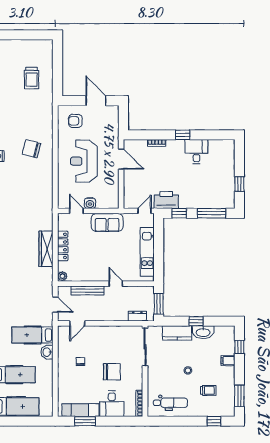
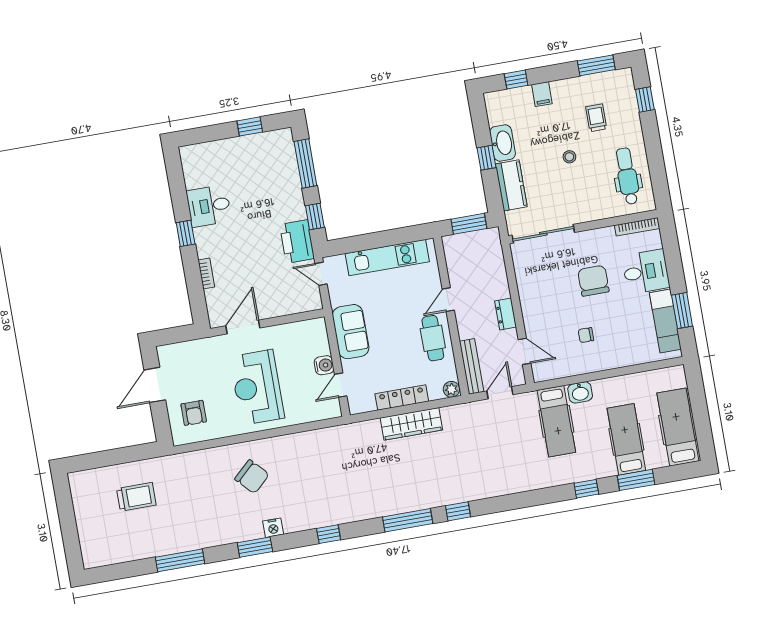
chair: (31, 149) -> (252, 477), turned -58
reception desk: (84, 161) -> (257, 387), turned 90
cafe table: (95, 271) -> (433, 338), added
bench: (87, 291) -> (472, 366), moved
dresser: (137, 316) -> (506, 314), moved

